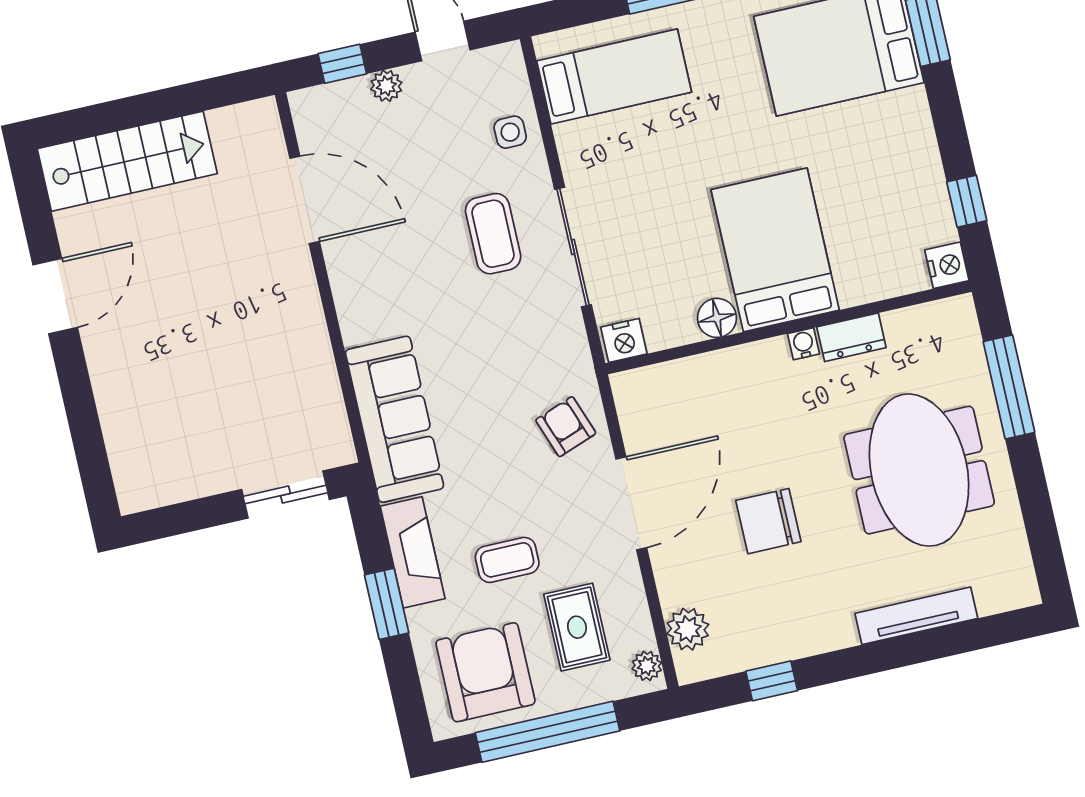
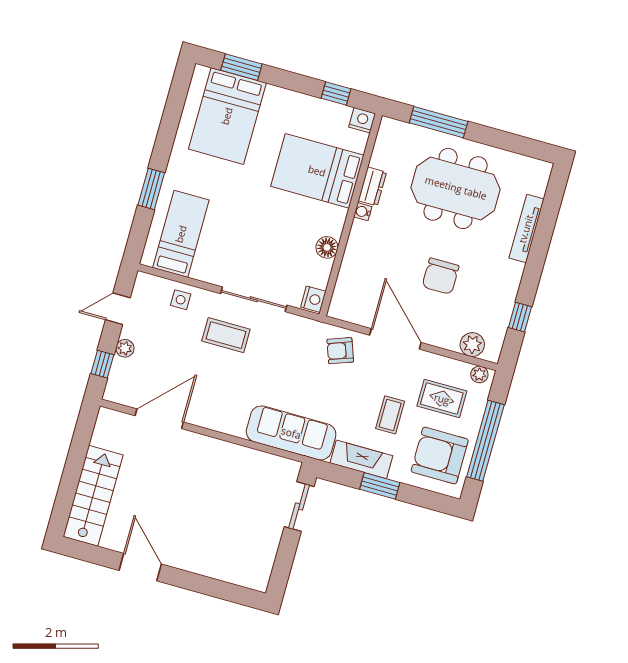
bed: (775, 250) -> (317, 171), moved

